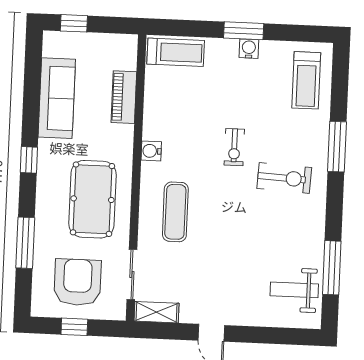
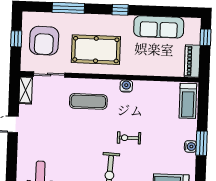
piano: (124, 97) -> (192, 61), moved, turned -90
armchair: (78, 282) -> (44, 41), turned 91

